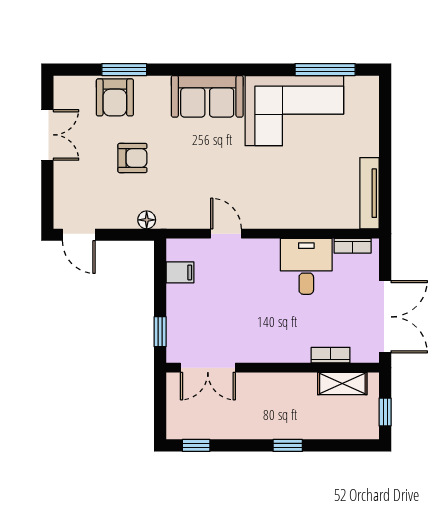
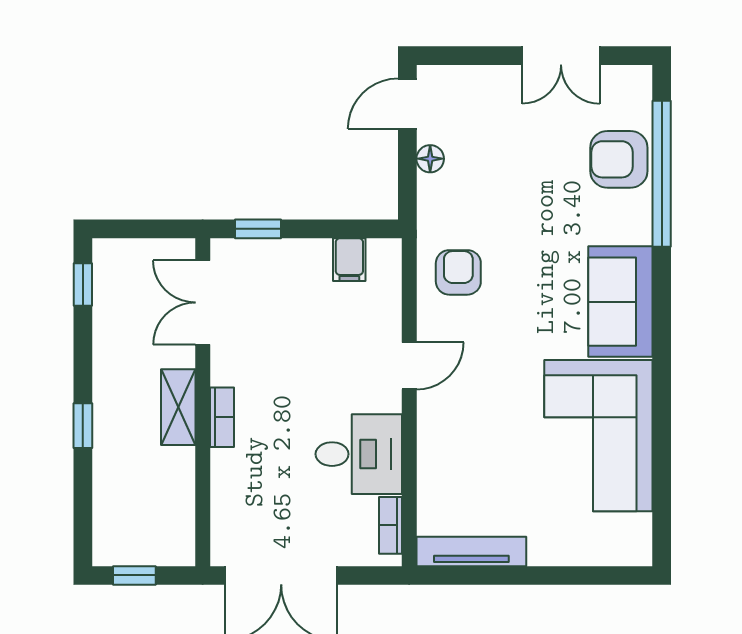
window: (124, 70) -> (662, 174), width x2.11
window: (325, 70) -> (662, 483), removed
armchair: (132, 158) -> (458, 272), moved, turned 180
floor lamp: (147, 220) -> (430, 159), moved
door: (226, 234) -> (409, 366), moved
bookcase: (331, 355) -> (222, 417), moved
shelving: (342, 384) -> (178, 407), moved

